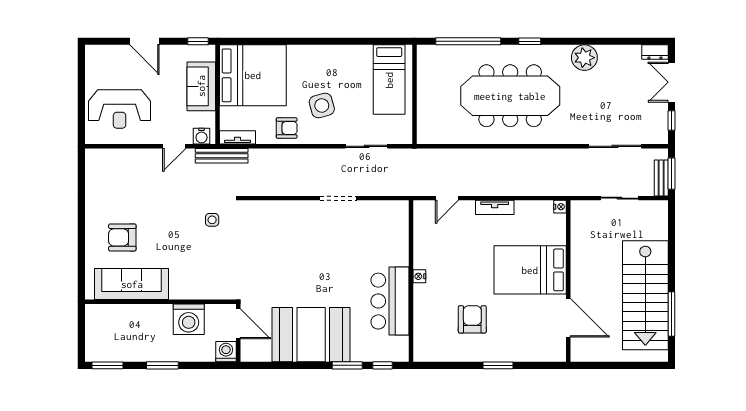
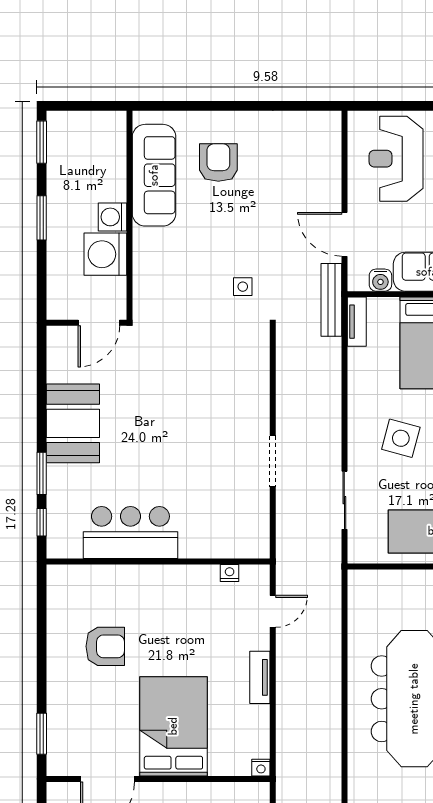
side table: (322, 105) -> (401, 438), turned 31
armchair: (287, 128) -> (370, 390), removed
water cooler: (202, 136) -> (380, 280), moved, turned -90
door: (174, 146) -> (344, 234), width x1.38
door: (447, 198) -> (273, 611), swing flipped
nightstand: (419, 276) -> (230, 573), moved
booth: (311, 335) -> (73, 423), width x0.73, depth x0.70
washing machine: (226, 352) -> (113, 217), moved, turned 180
window: (498, 365) -> (42, 734), moved

